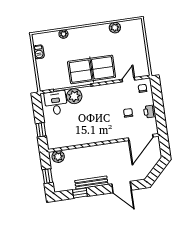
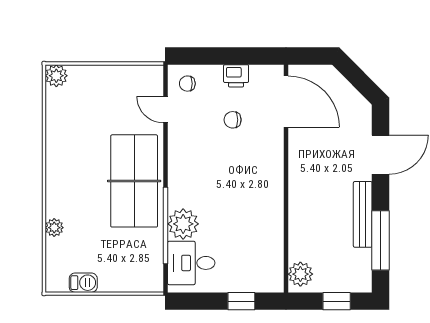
plant: (115, 28) -> (56, 76), moved
window: (80, 193) -> (381, 240), width x2.17

